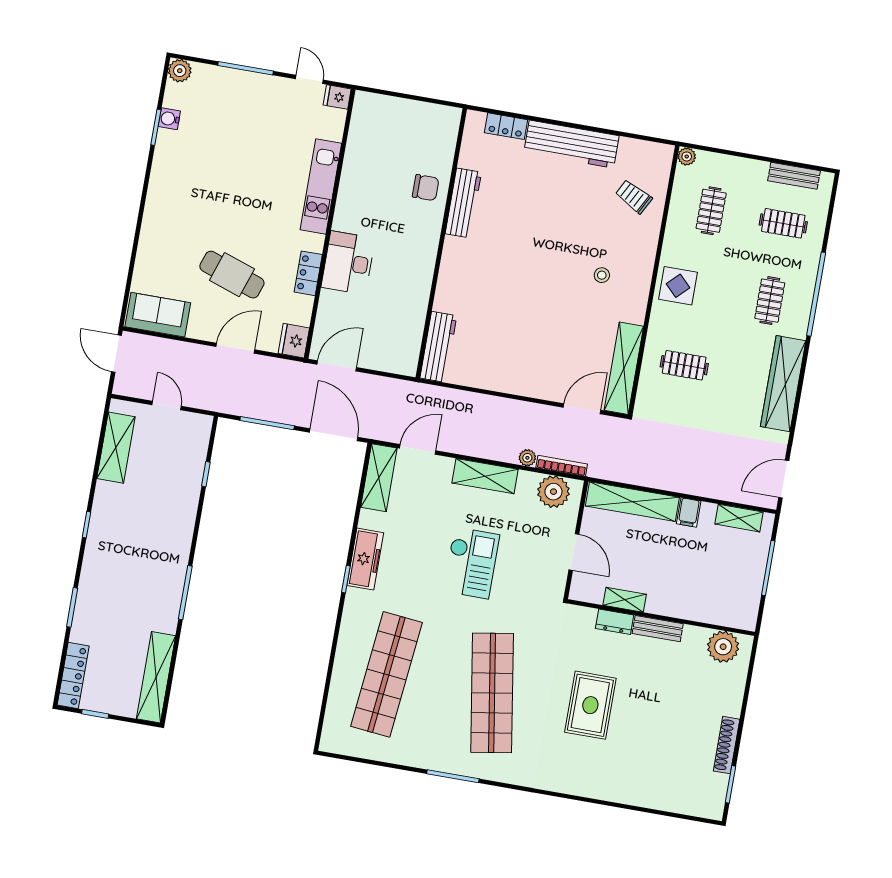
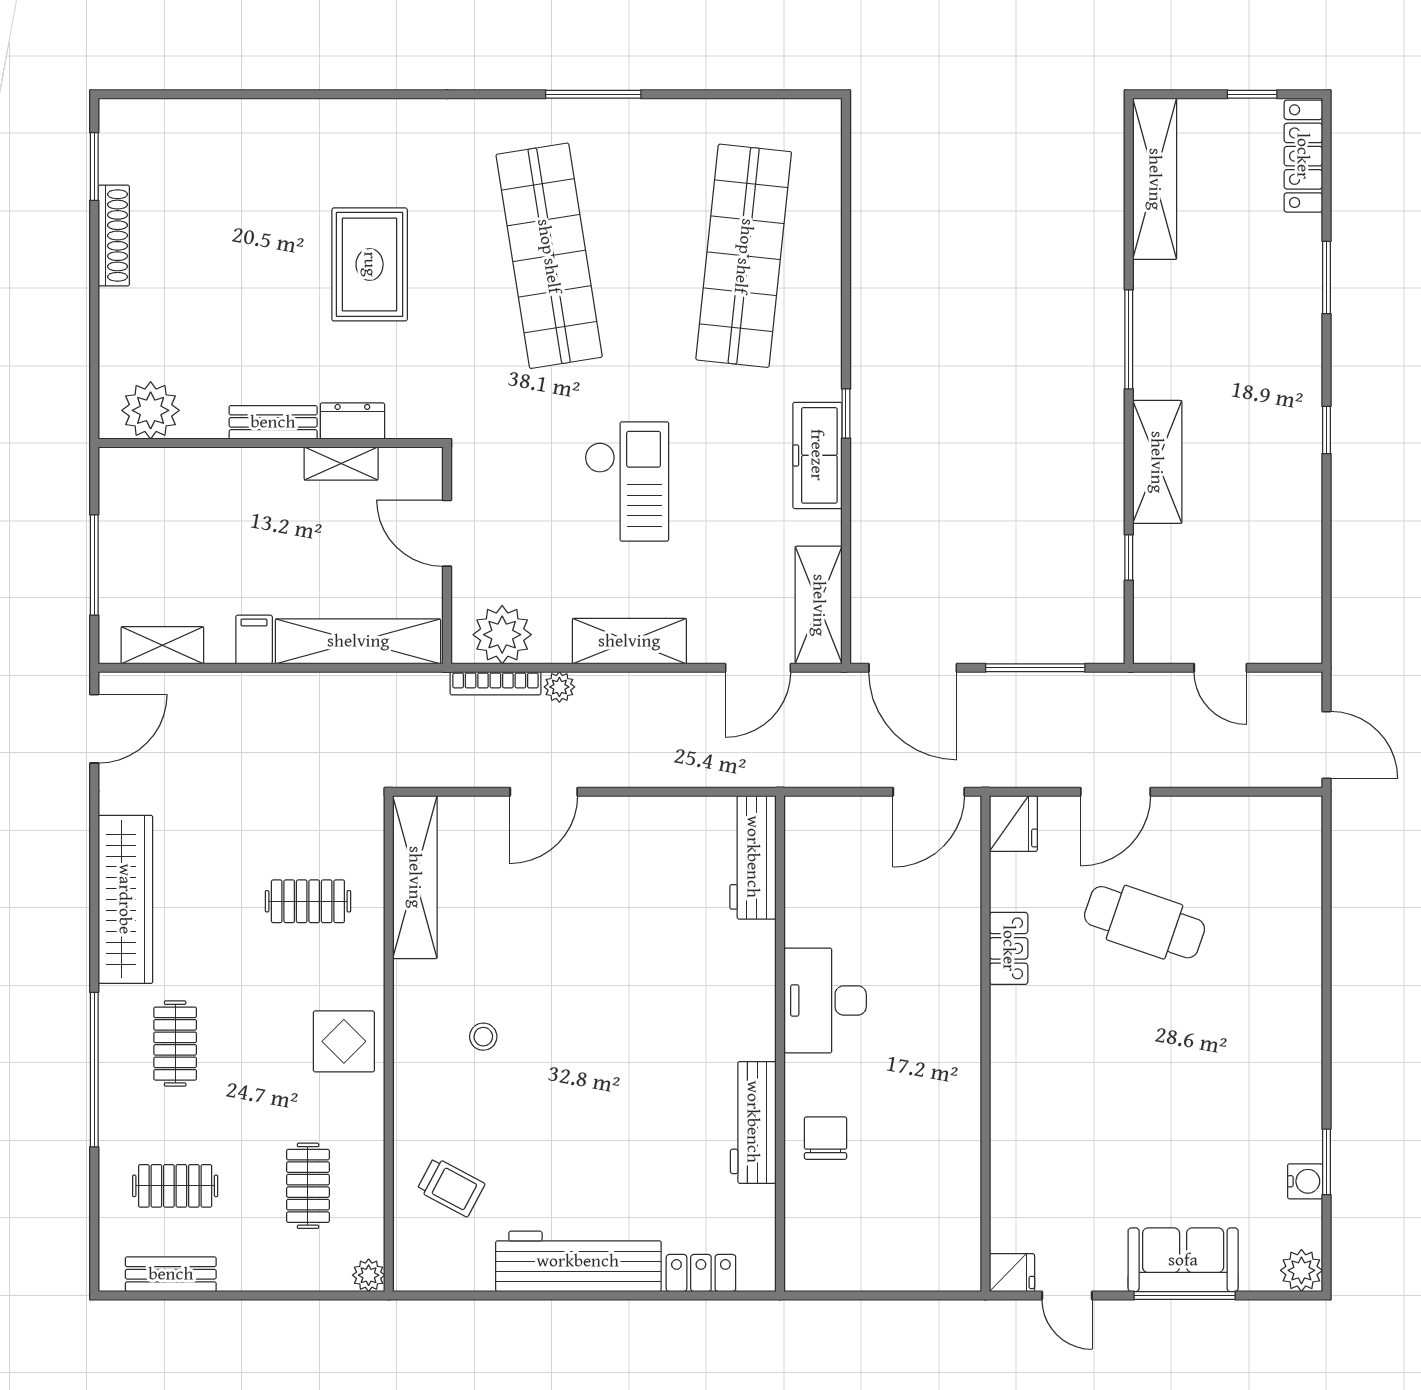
kitchen unit: (321, 186) -> (1013, 1108), removed
chair: (426, 188) -> (826, 1138), turned 90
desk: (348, 263) -> (825, 1000), moved, turned 180
sofa: (158, 315) -> (1183, 1260), moved, turned 180
door: (582, 409) -> (544, 792), moved
shelving: (116, 448) -> (1157, 462), moved
checkout: (471, 563) -> (627, 481), turned 180

